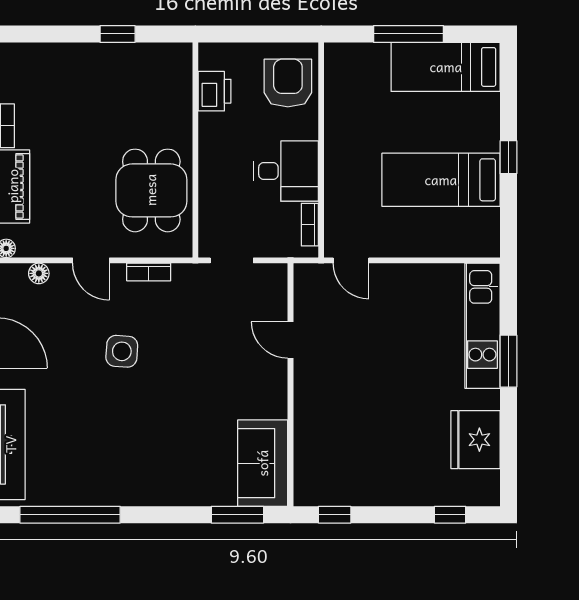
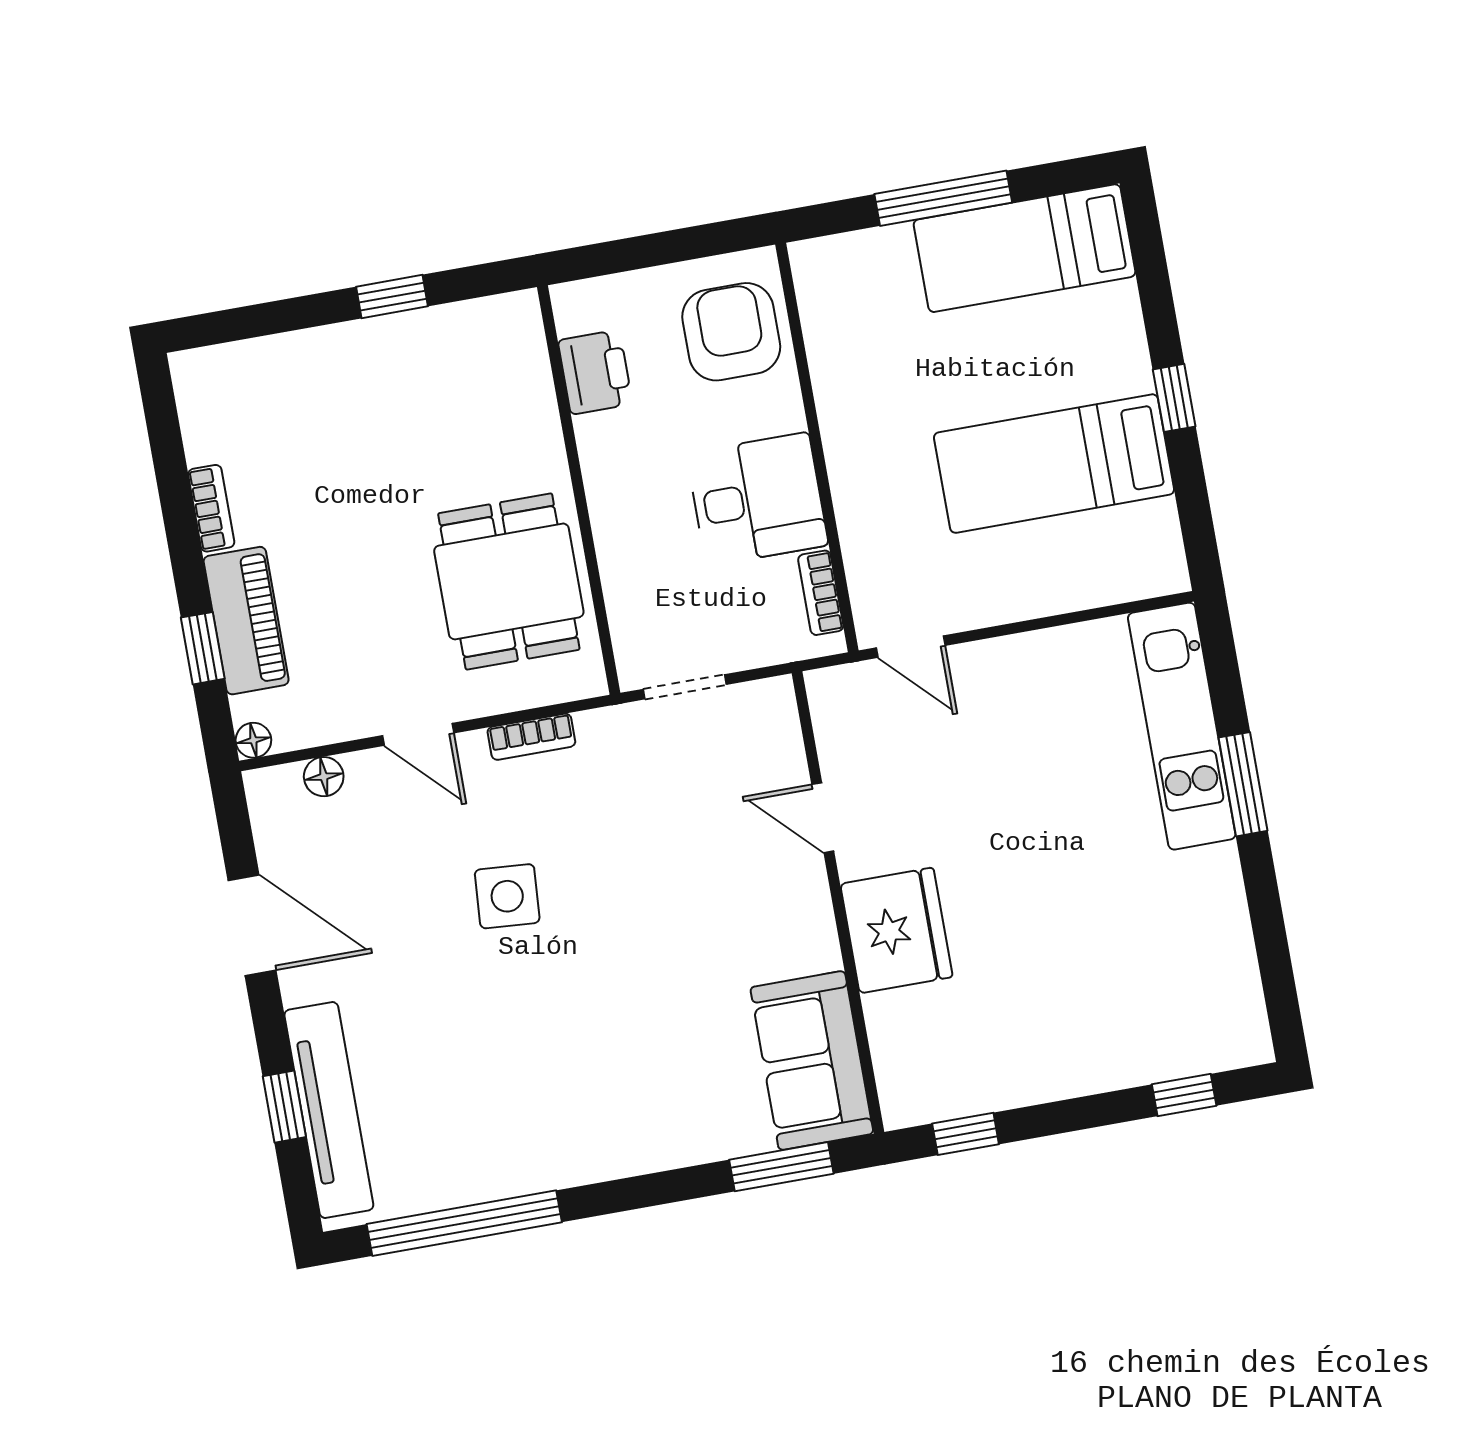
fridge: (475, 440) -> (896, 930), moved, turned 180

